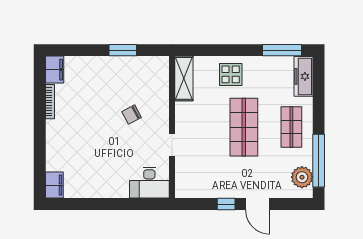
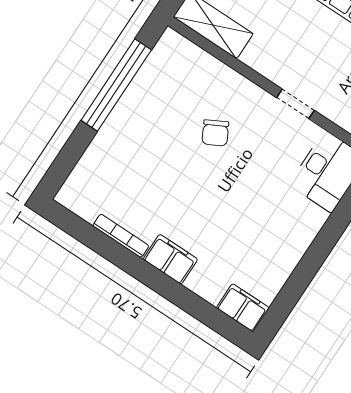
window: (123, 50) -> (116, 85), width x2.11
filing cabinet: (55, 70) -> (170, 259), moved

